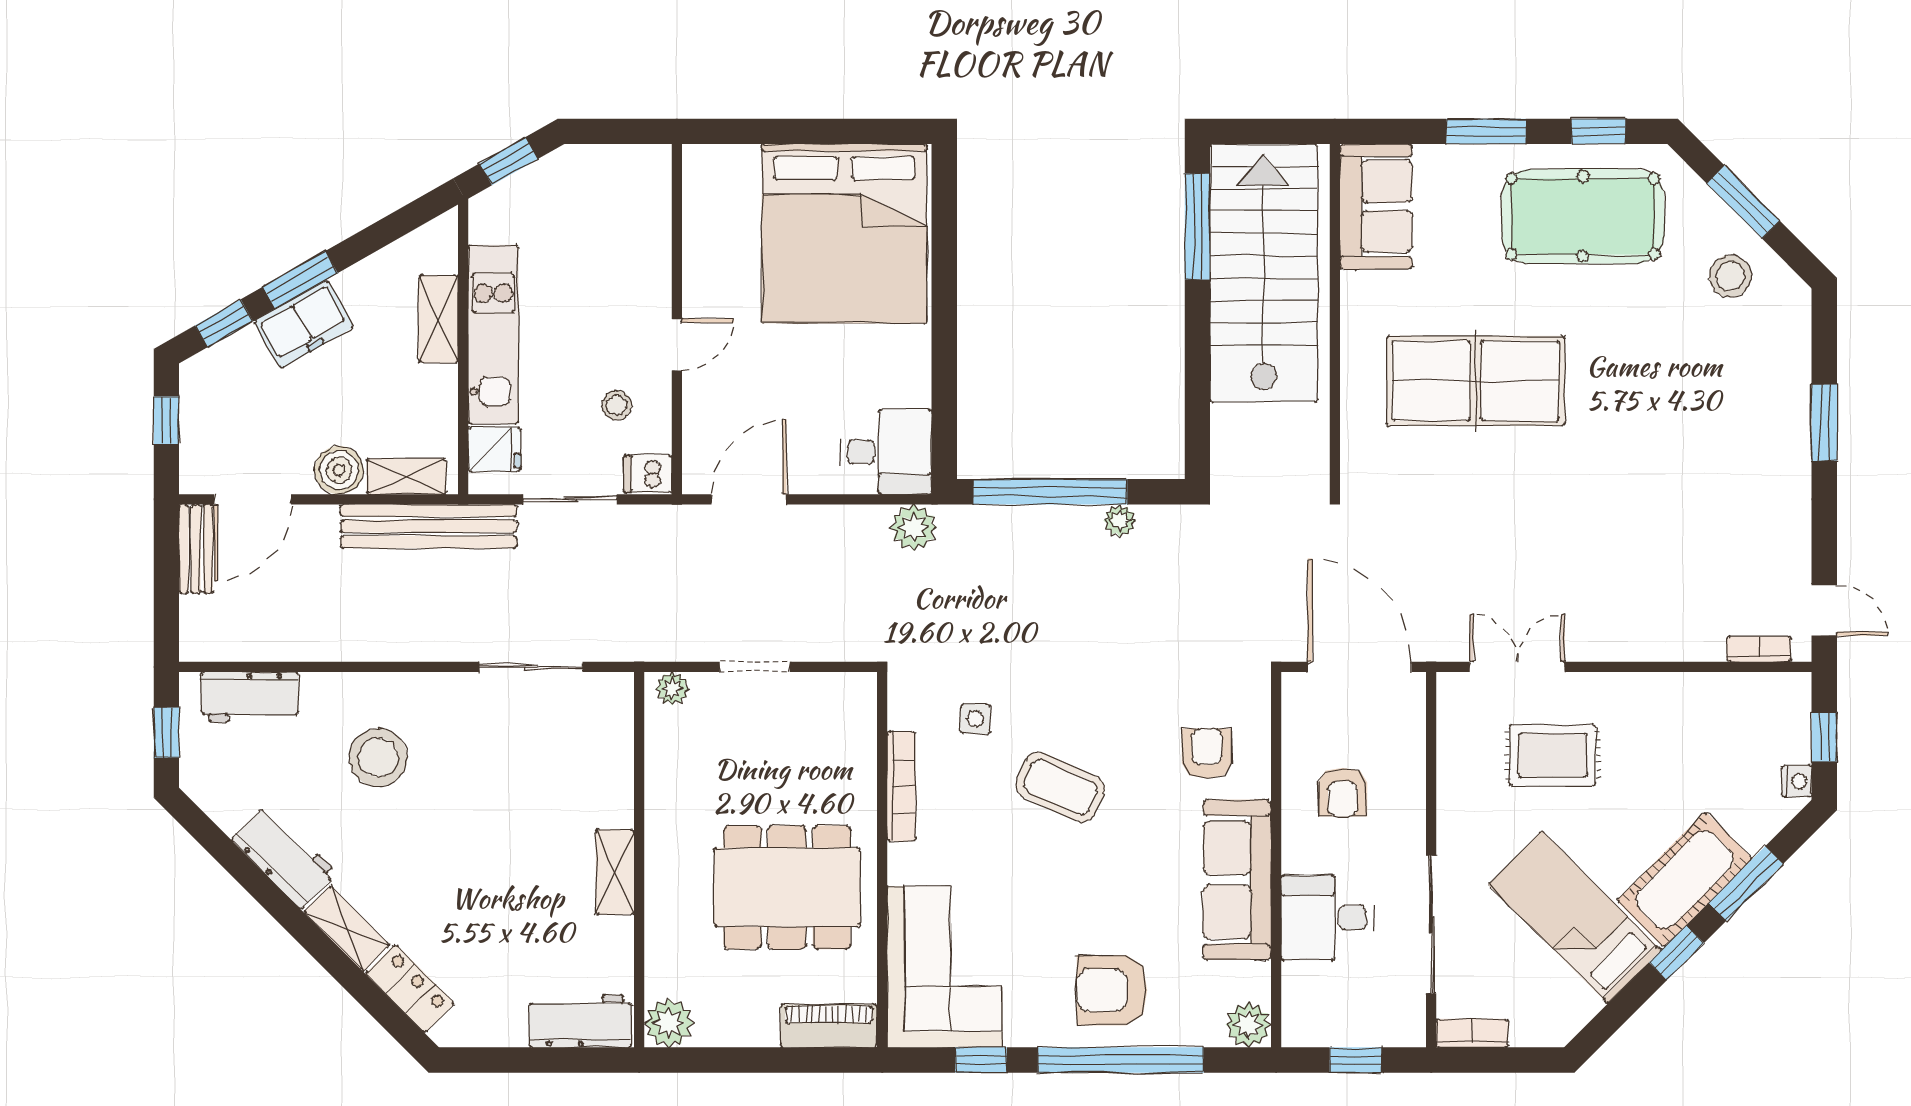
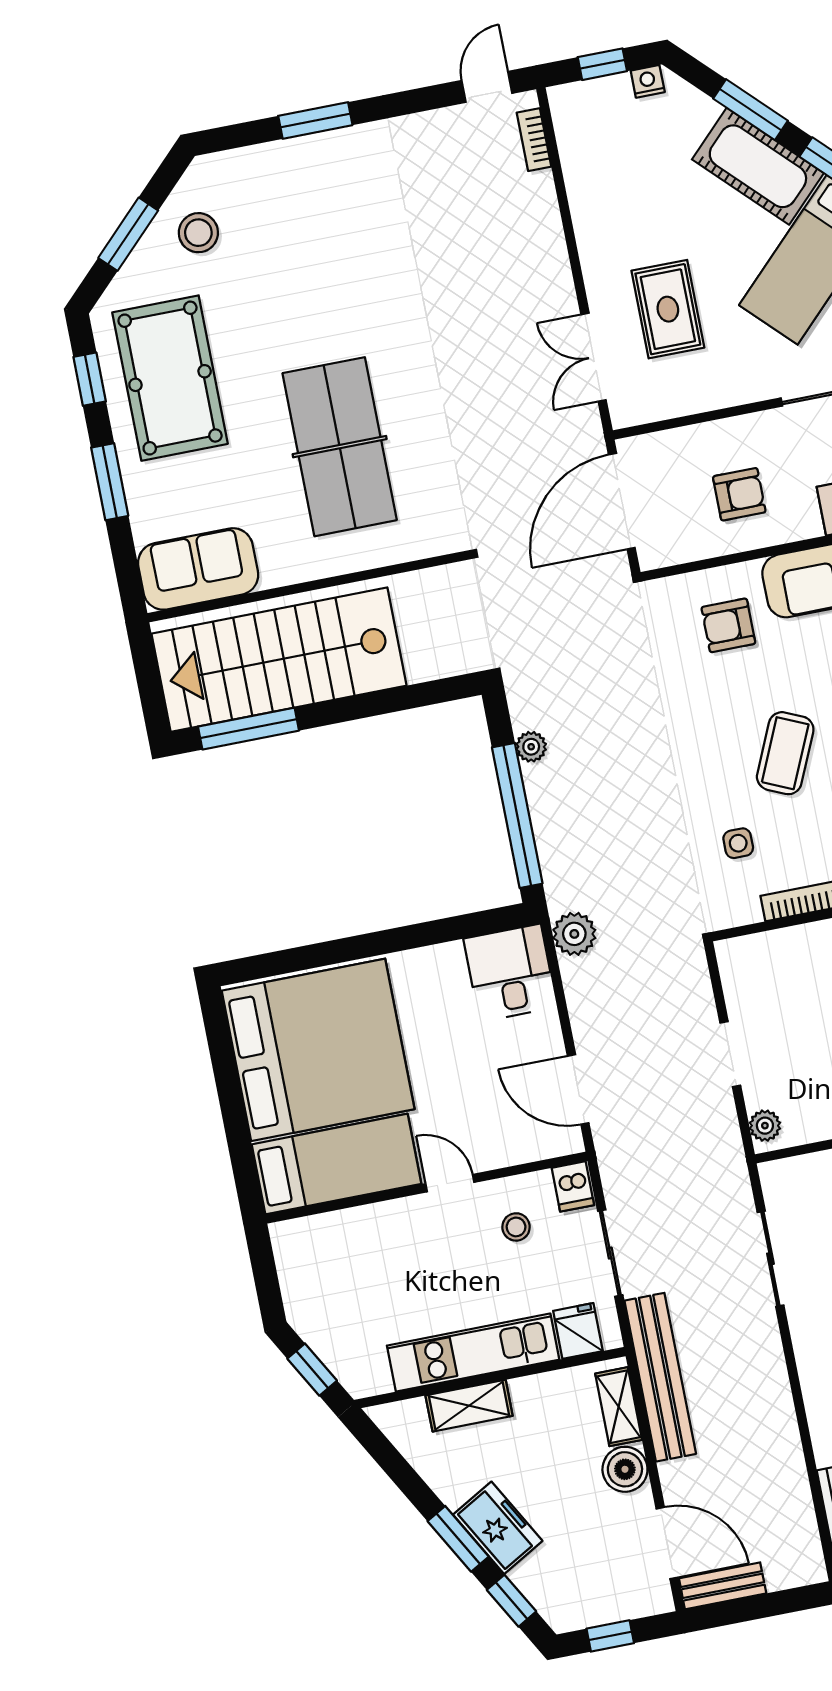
bed: (720, 229) -> (336, 1164), added

